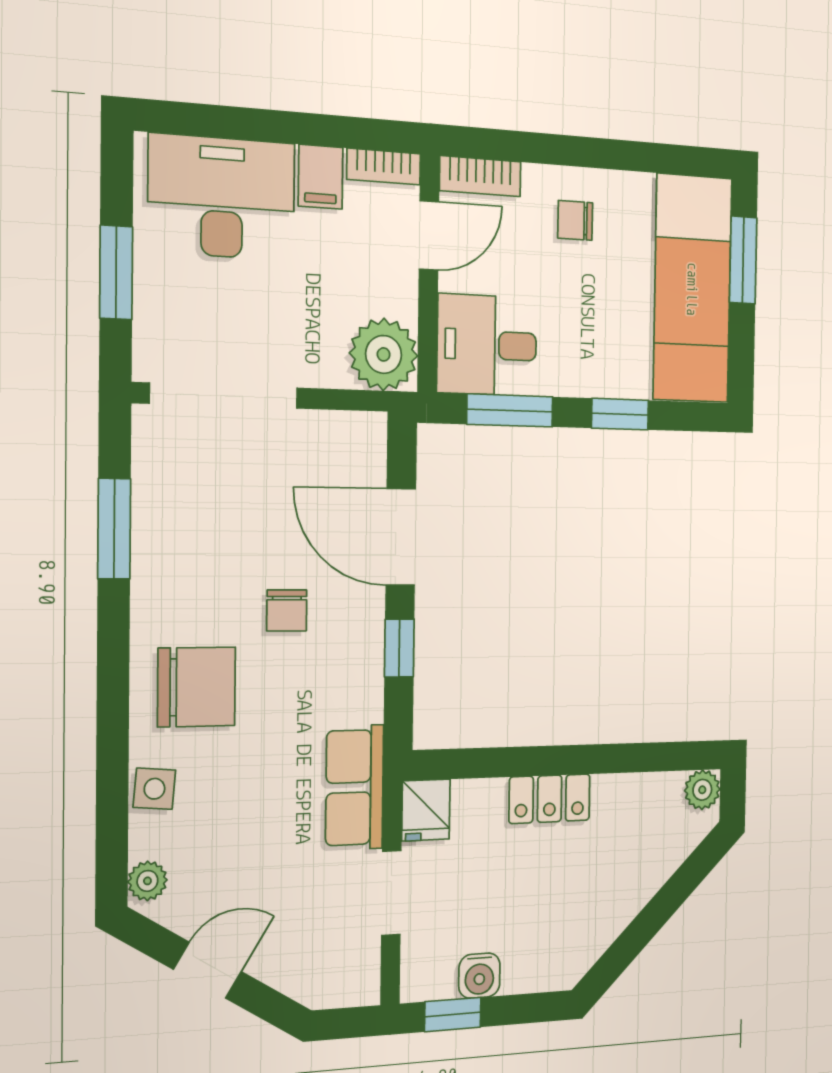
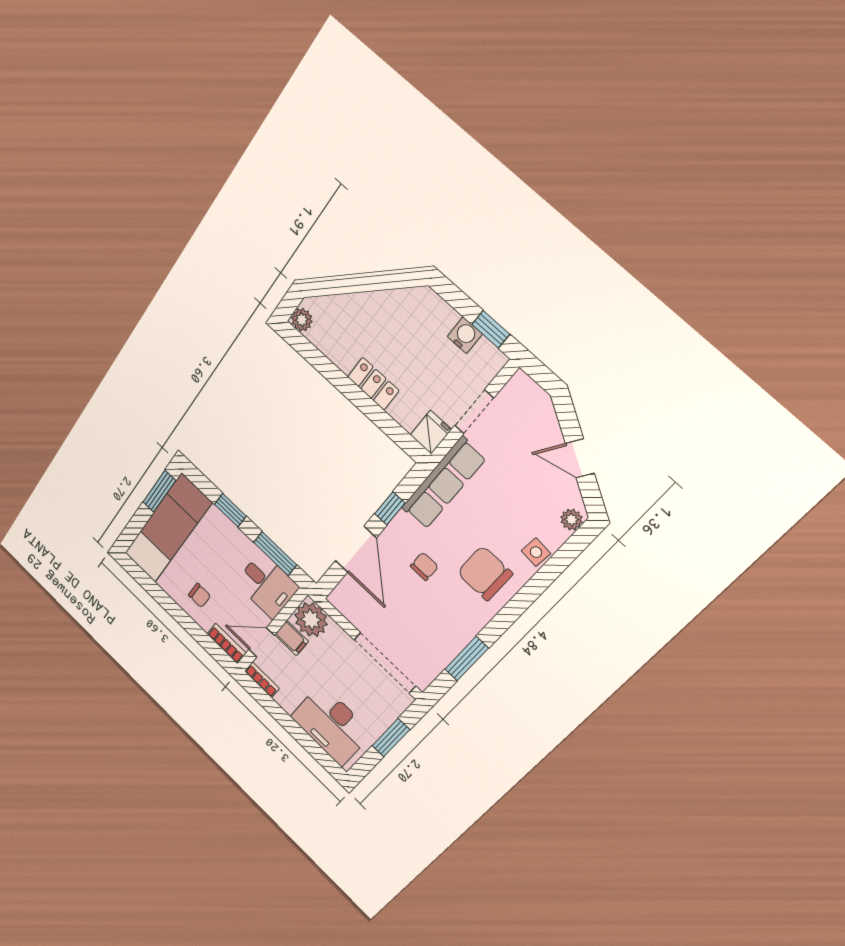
filing cabinet: (321, 177) -> (292, 638), moved, turned 90
window: (743, 260) -> (159, 491), moved
row of seats: (355, 787) -> (443, 483), width x1.48

